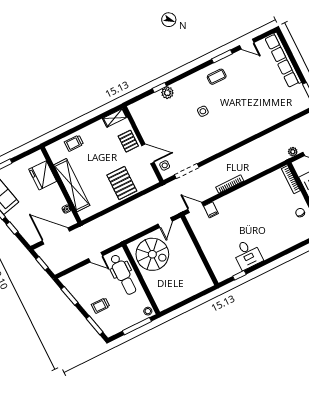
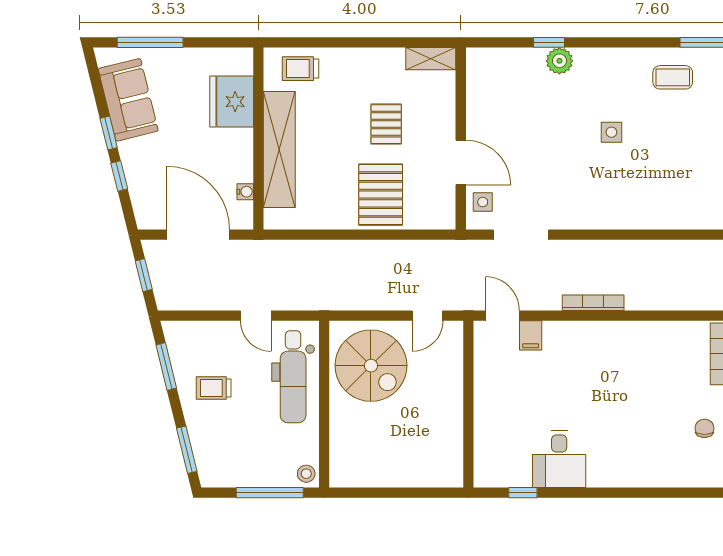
pallet: (128, 141) -> (386, 124), moved
trolley: (74, 143) -> (300, 69), moved
trolley: (101, 305) -> (214, 388), moved

